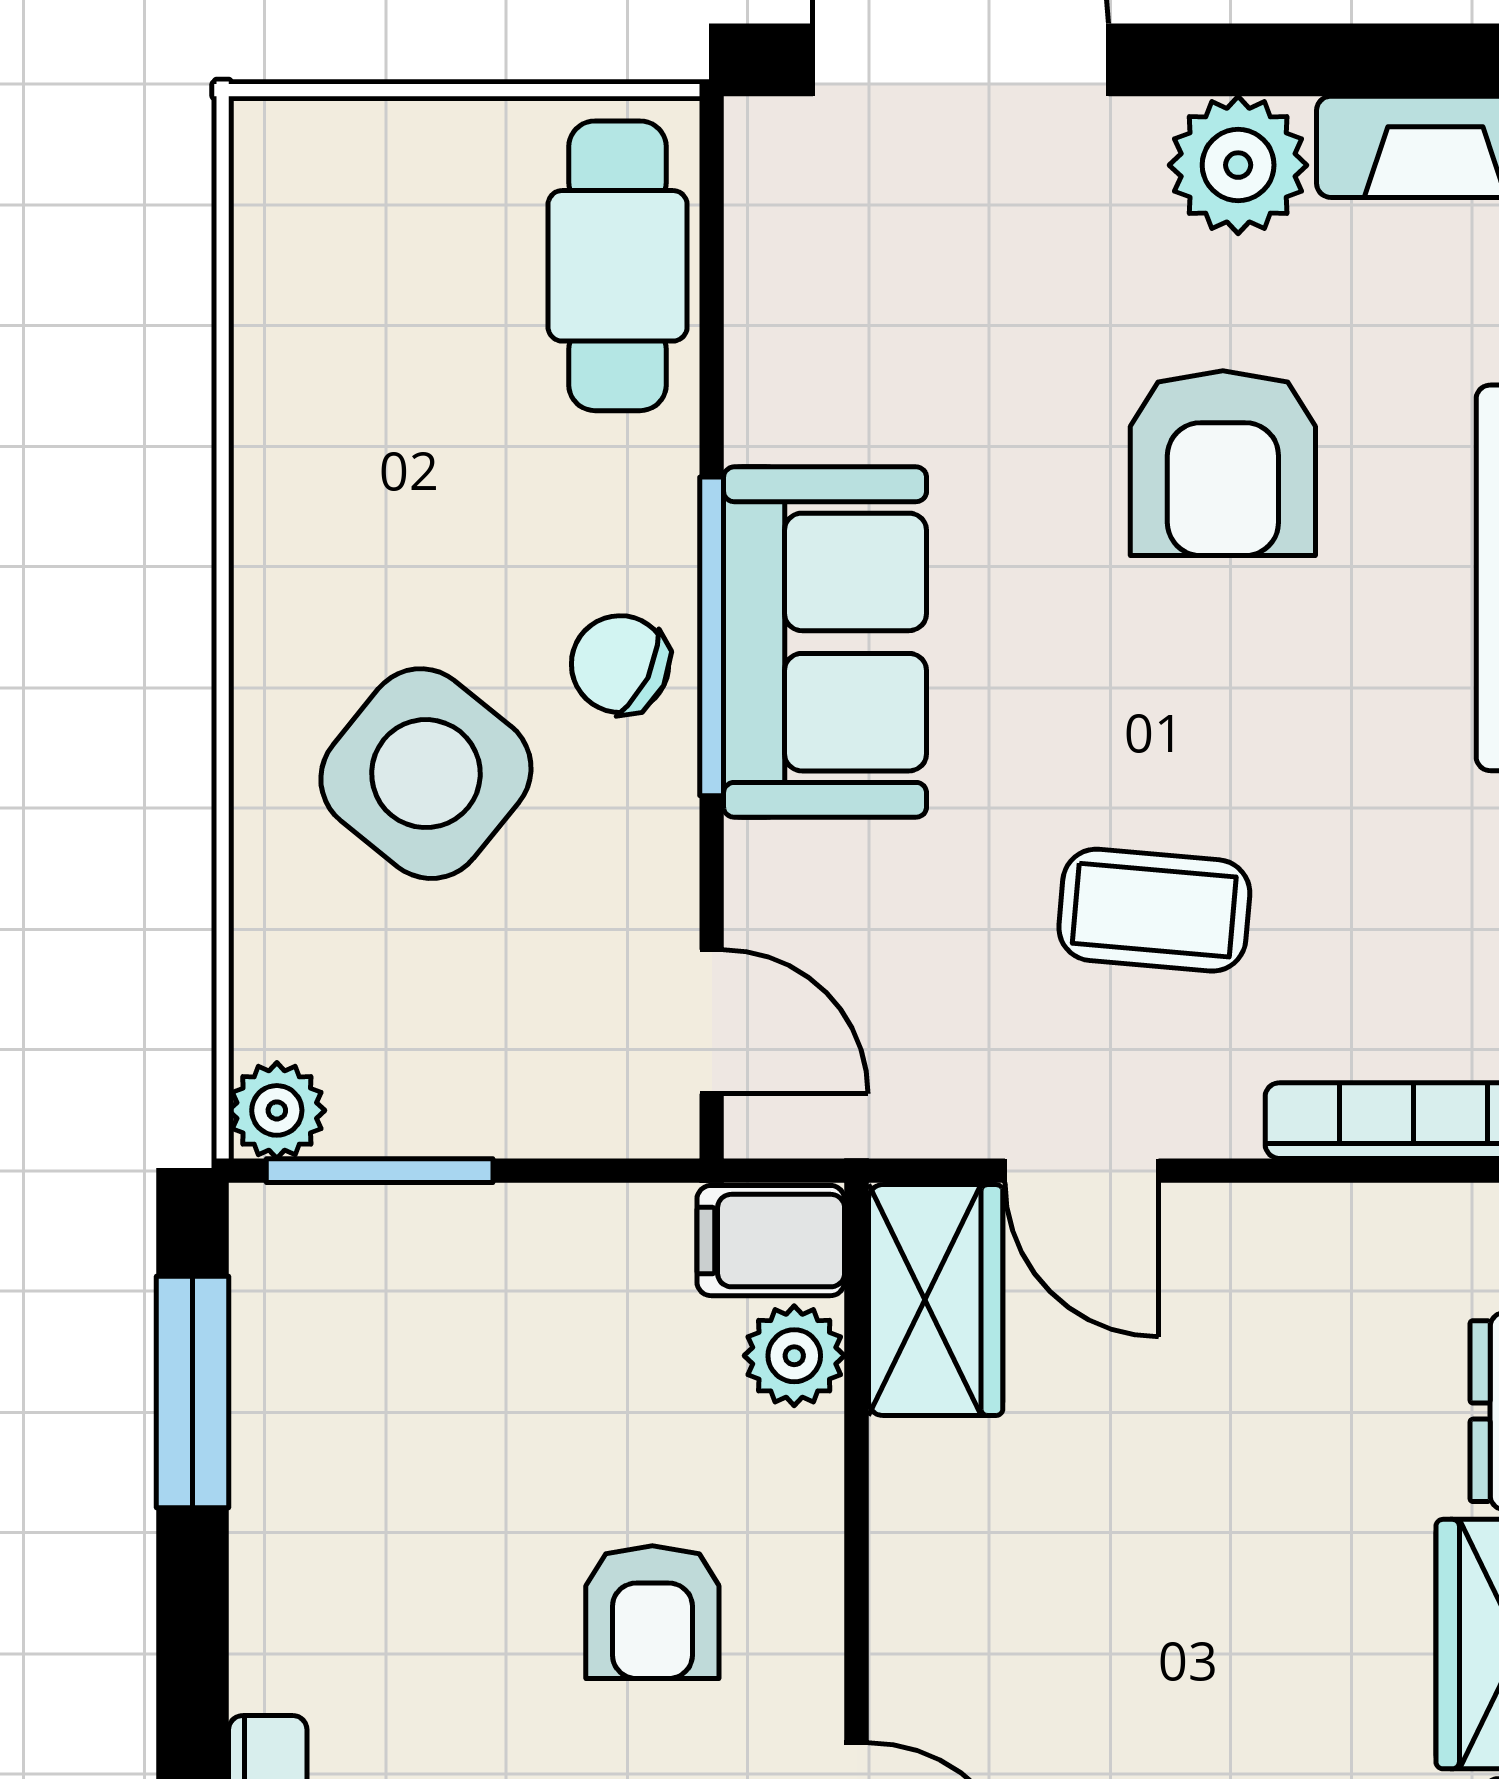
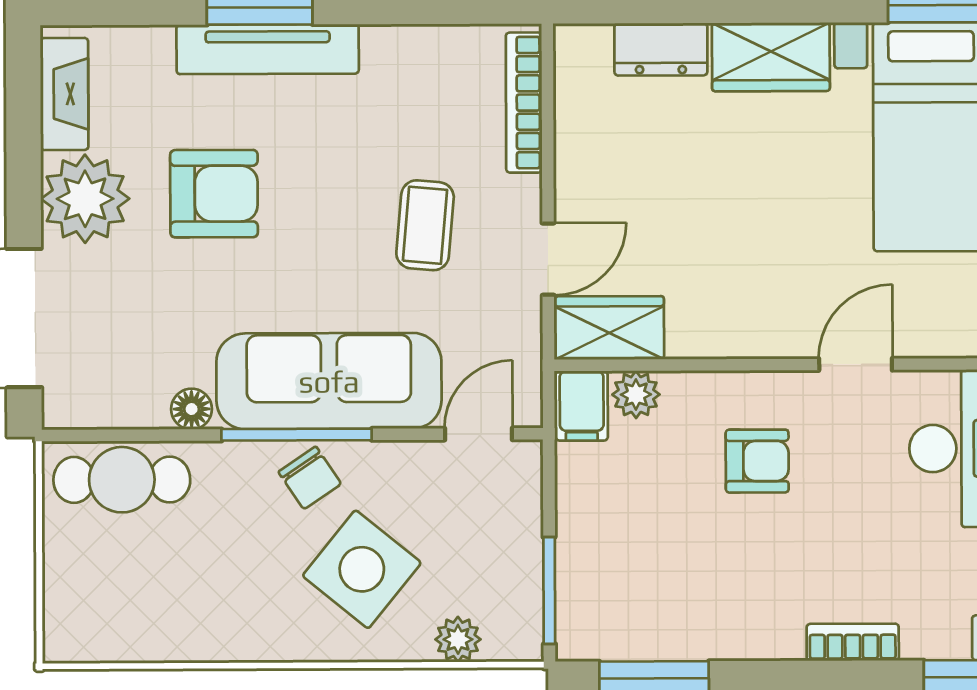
plant: (1238, 165) -> (85, 199), width x1.36, depth x1.36
floor lamp: (767, 414) -> (192, 409), added
sofa: (825, 642) -> (329, 381), width x1.36
chair: (620, 664) -> (310, 478), turned -60
plant: (277, 1110) -> (458, 639), moved

